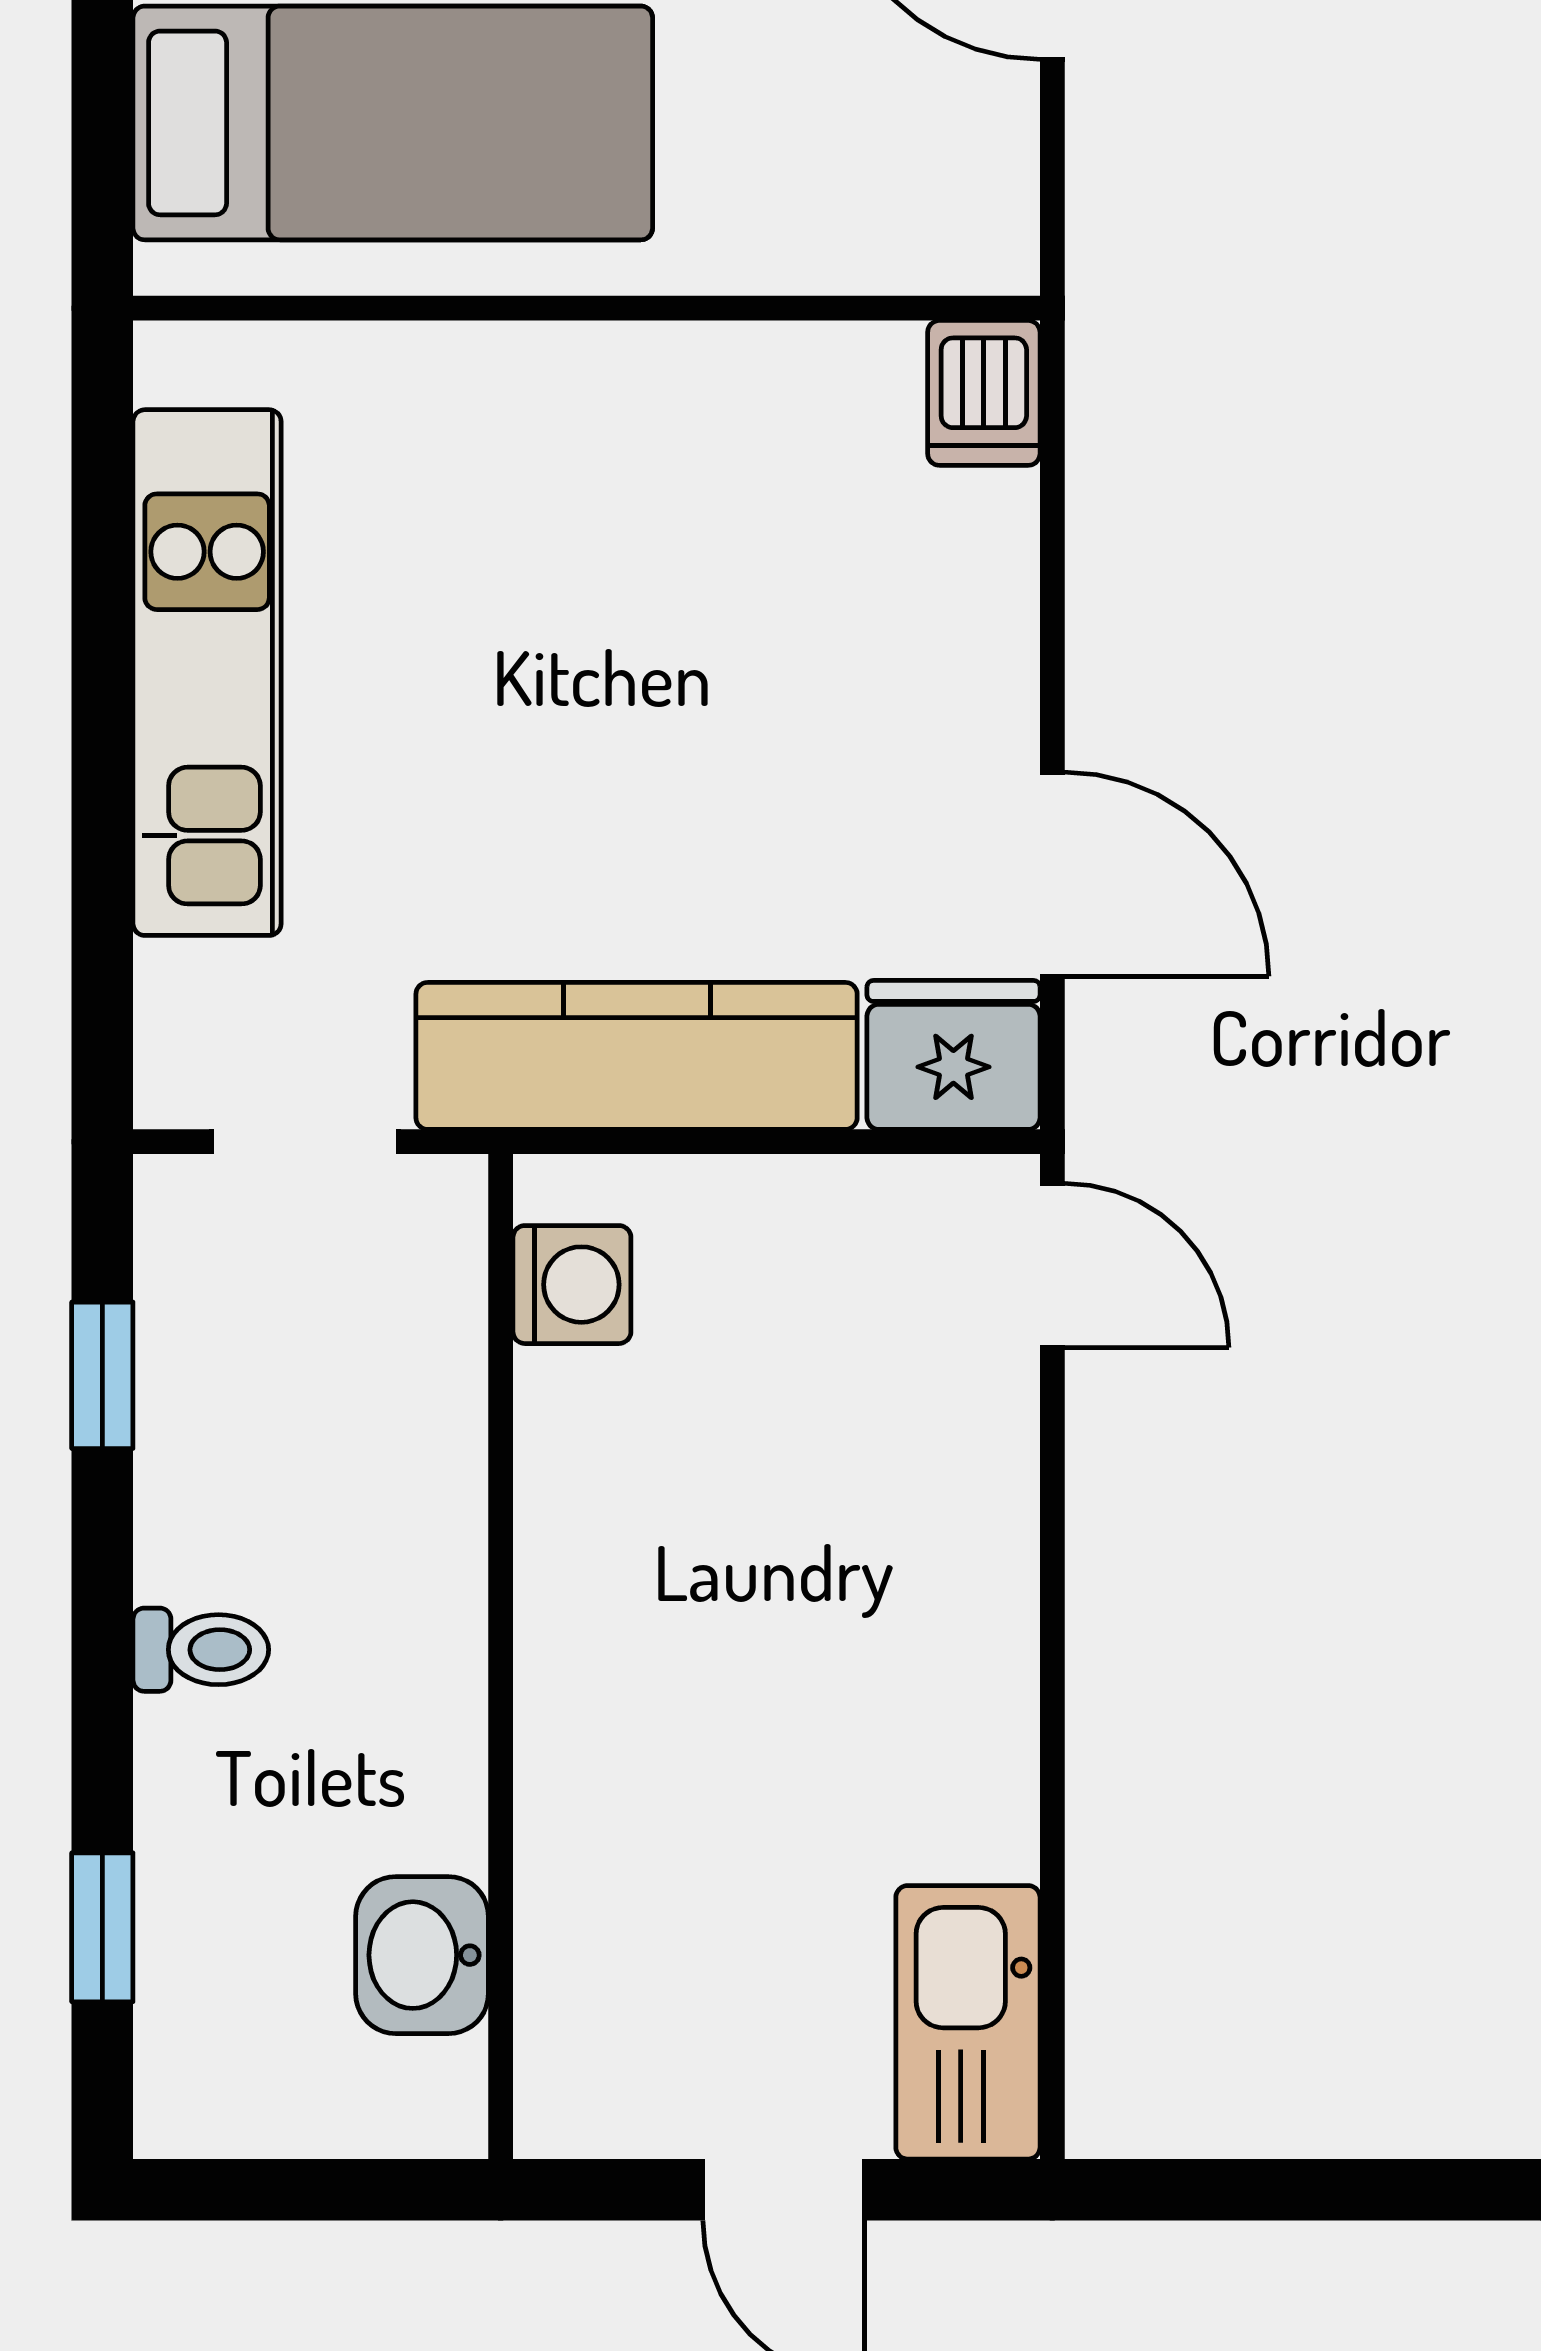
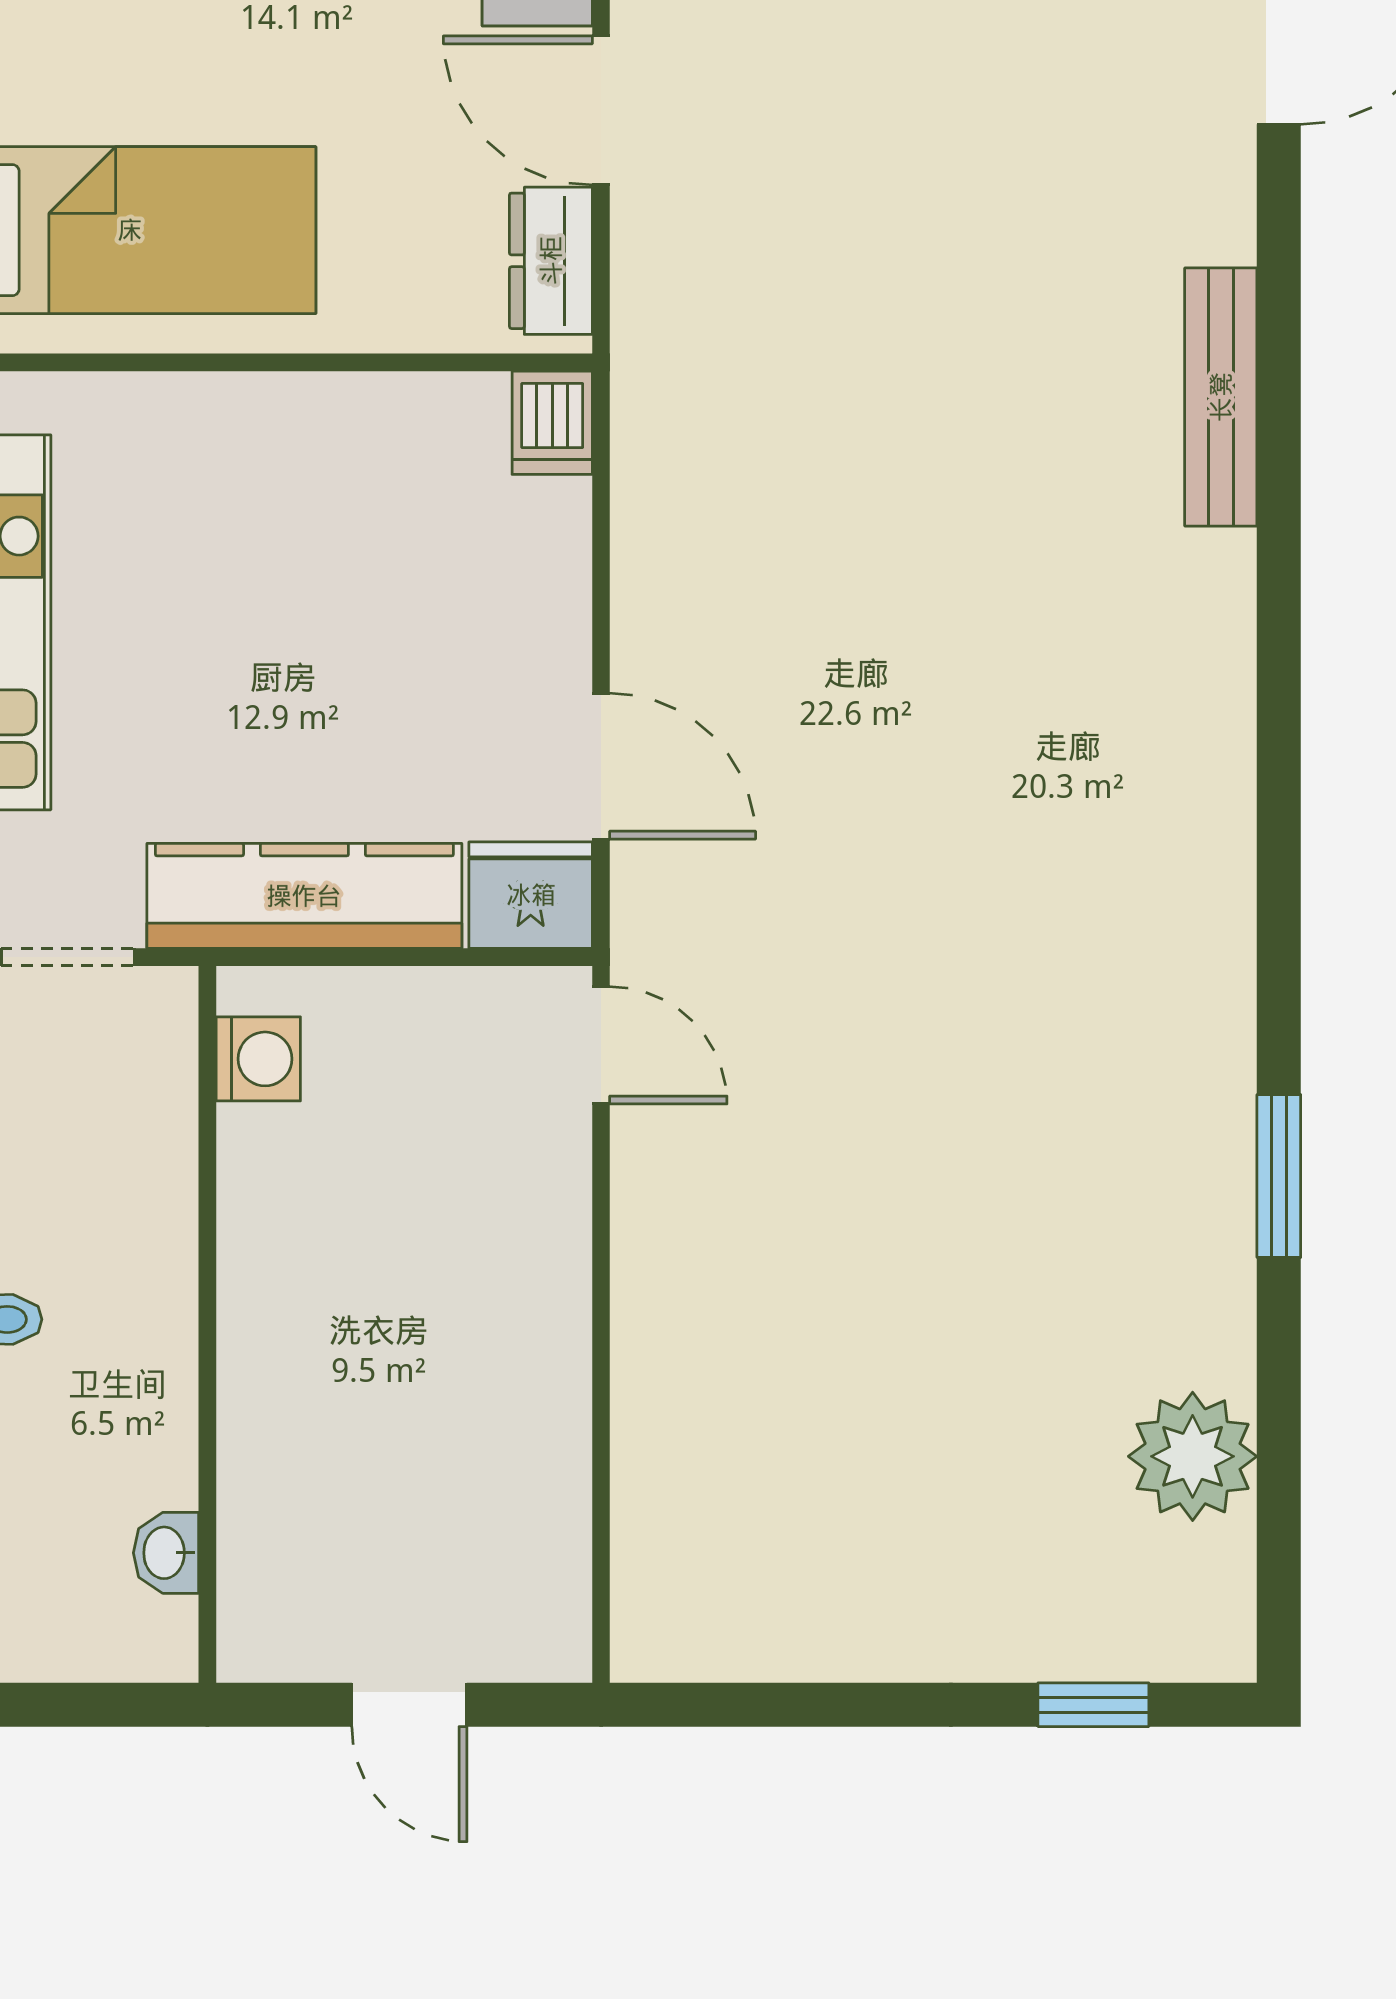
dresser: (982, 166) -> (551, 261), added
washbasin: (422, 1955) -> (166, 1553), width x0.72, depth x0.69
kitchen sink: (968, 2022) -> (541, 1585), removed

